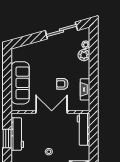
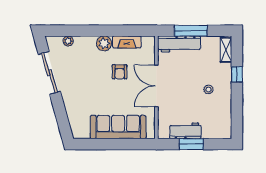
plant: (84, 55) -> (104, 43), moved
workbench: (17, 134) -> (185, 131), width x0.73
window: (94, 138) -> (191, 31), added

